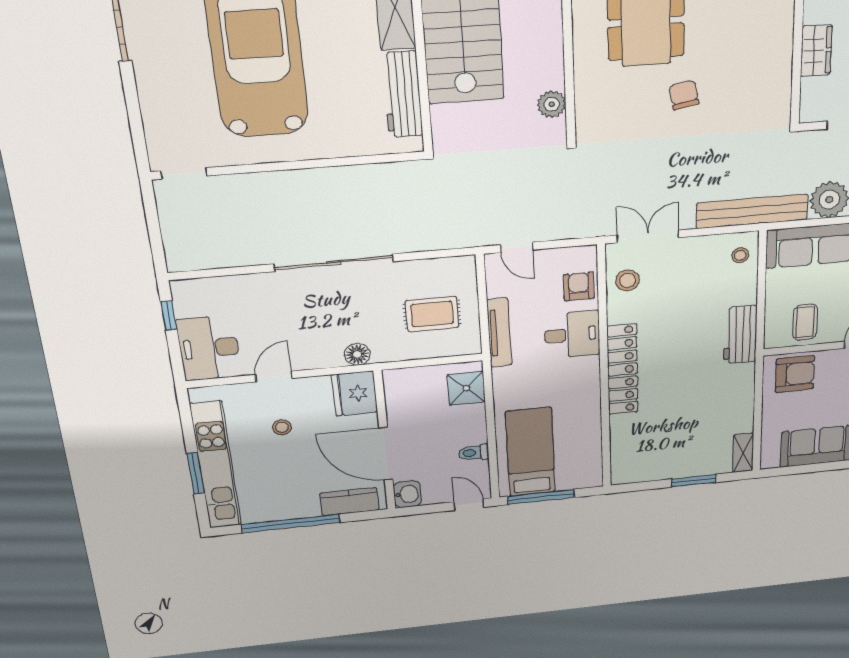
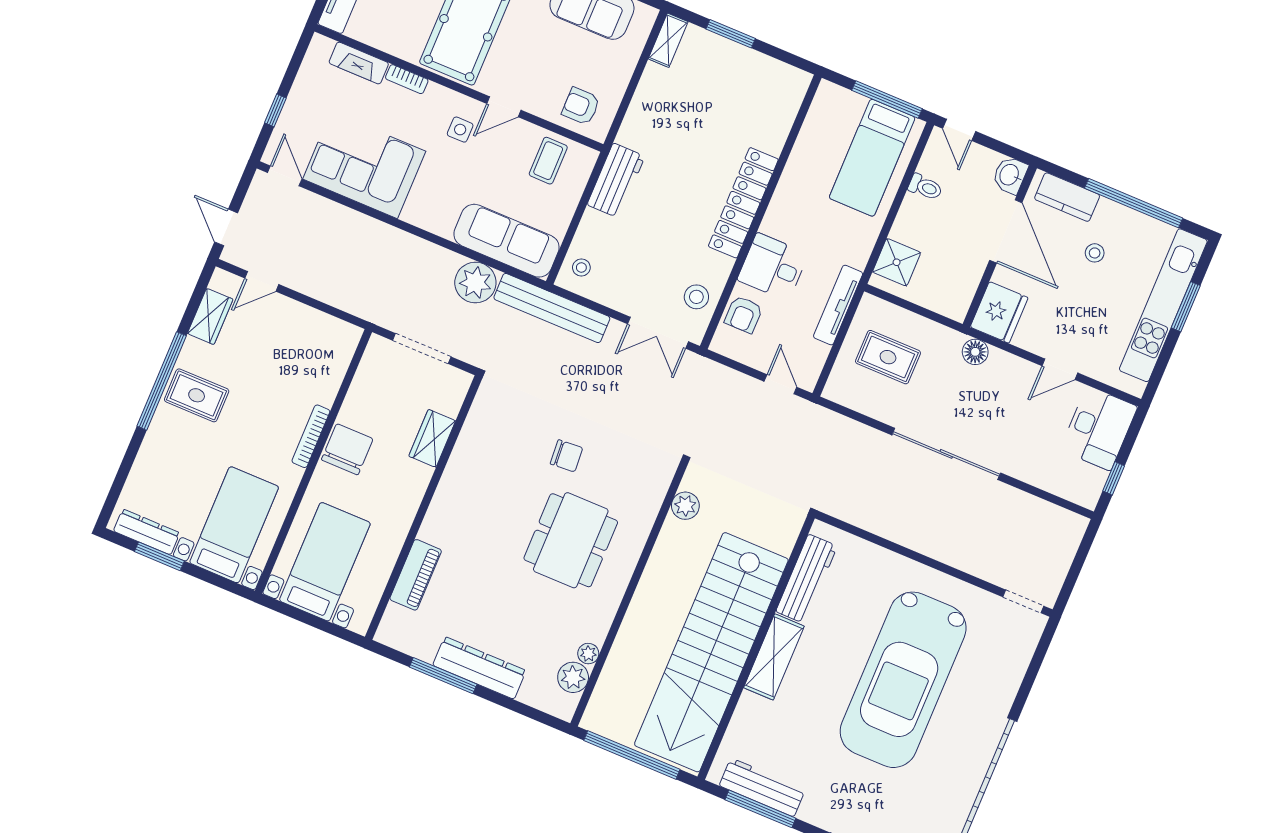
chair: (684, 95) -> (566, 456), turned -83
armchair: (795, 374) -> (581, 106), width x0.72, depth x0.72
stool: (282, 427) -> (1095, 253), moved

